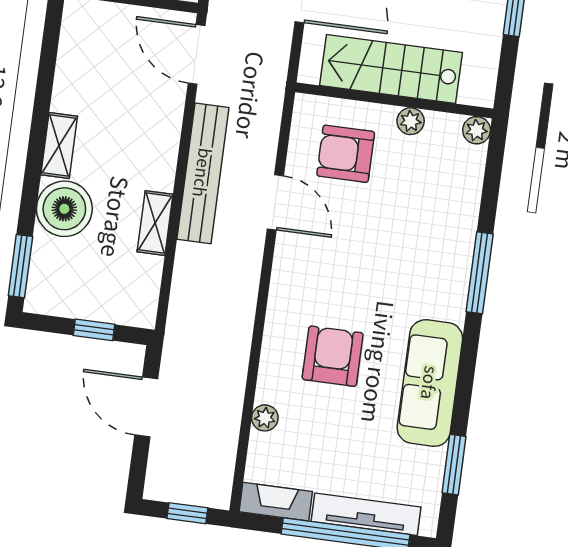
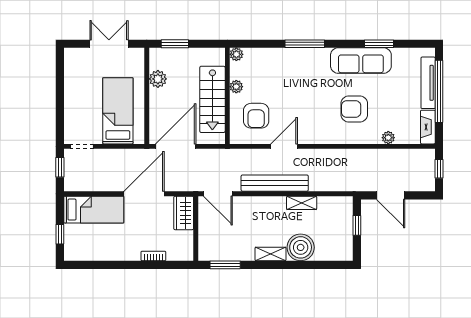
door: (197, 54) -> (218, 194), hinge flipped
window: (20, 266) -> (225, 265), moved
door: (146, 407) -> (391, 195), hinge flipped
window: (454, 465) -> (379, 44), moved

